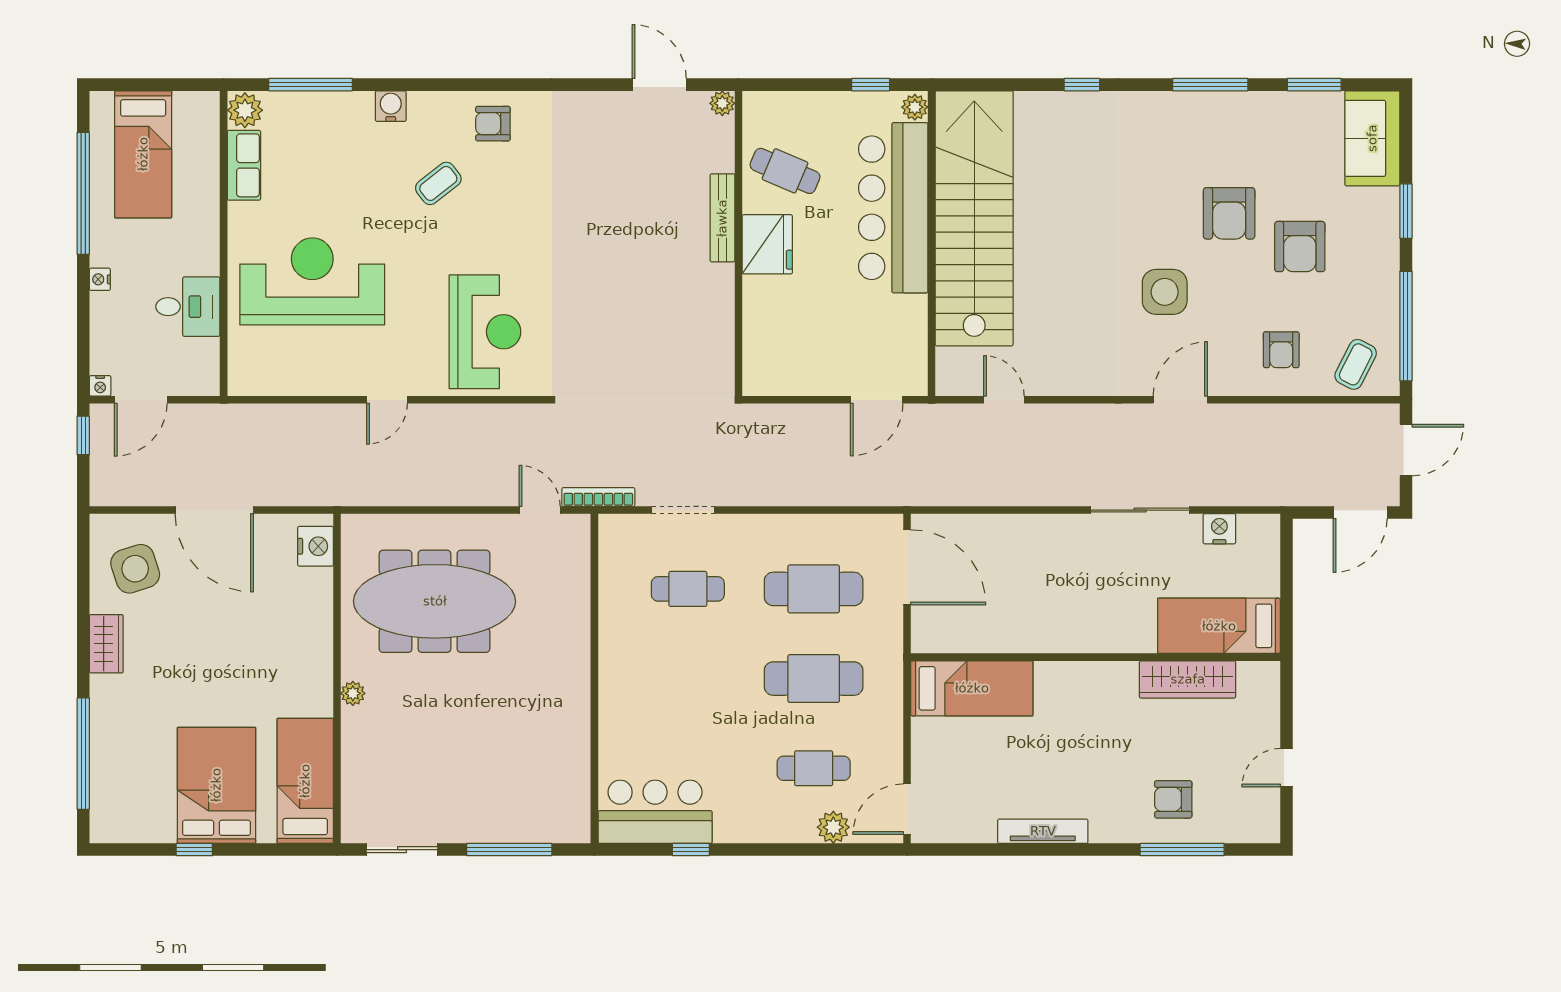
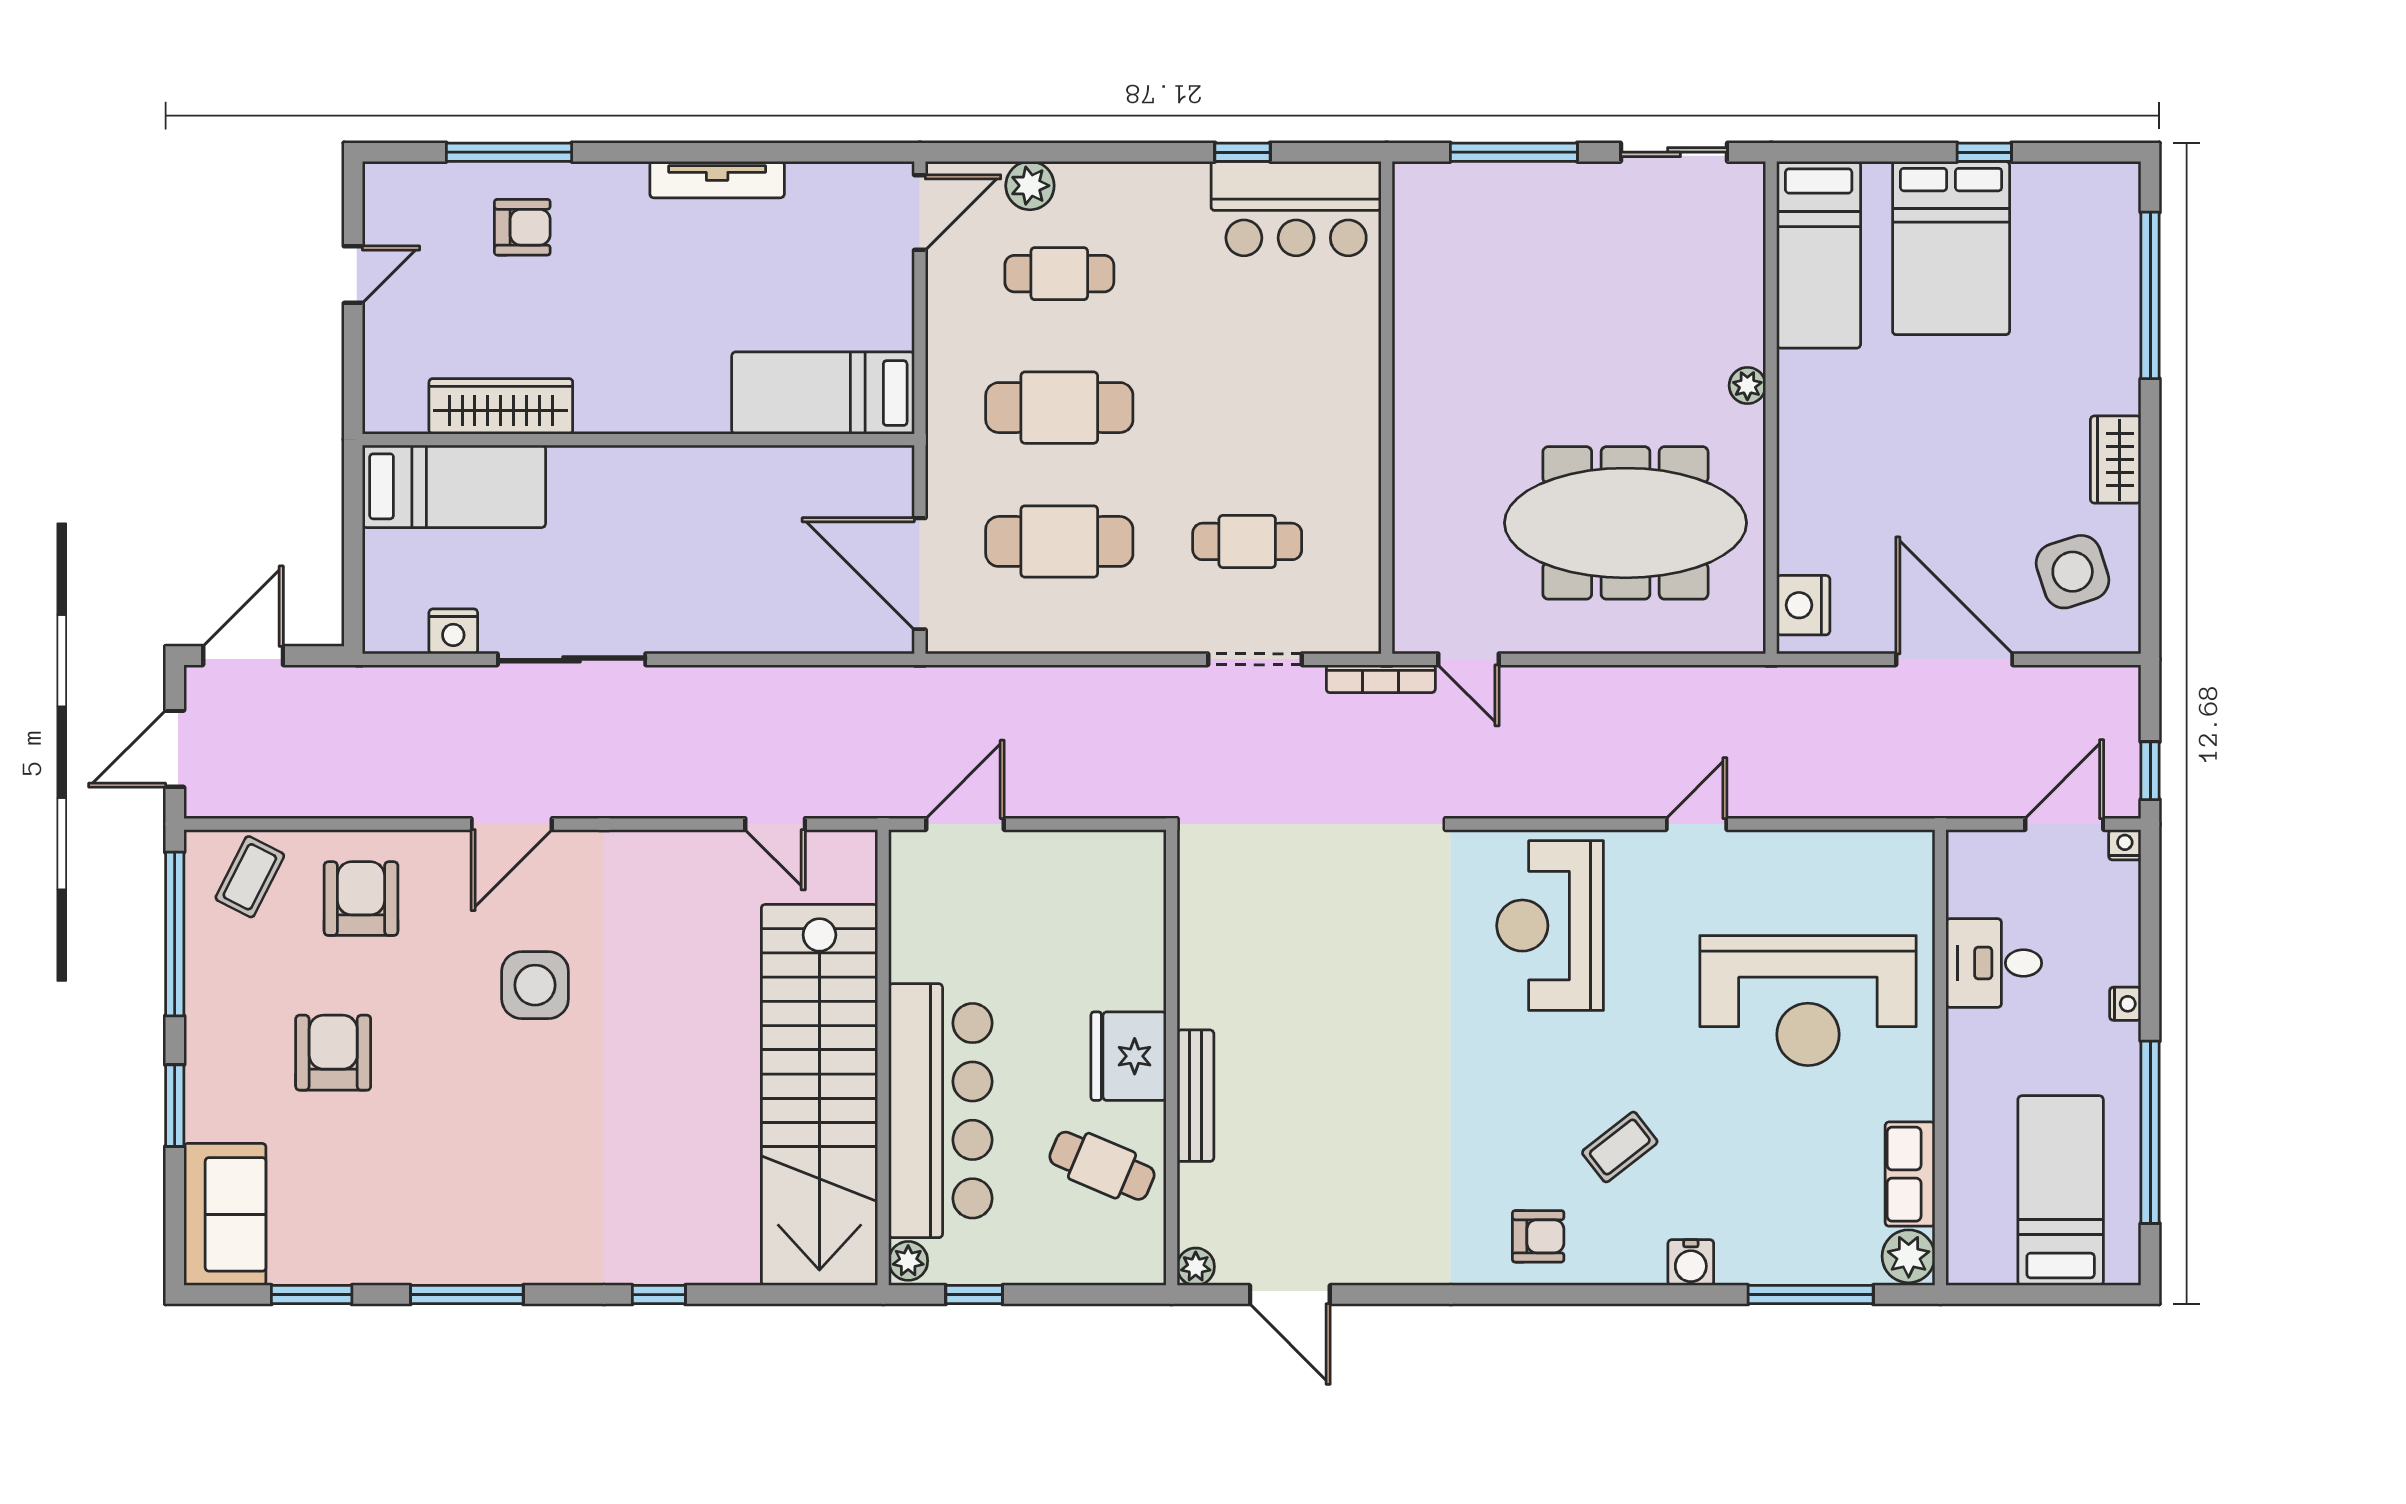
armchair: (1229, 213) -> (439, 1102), removed
armchair: (1281, 350) -> (361, 899), width x1.38, depth x1.38

